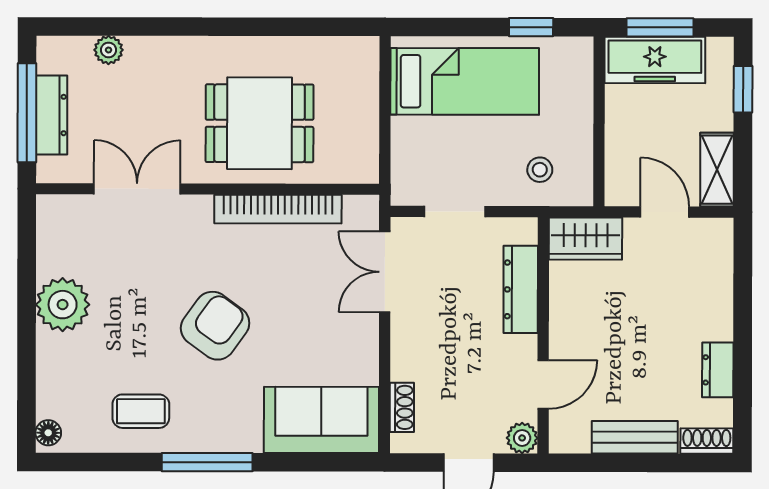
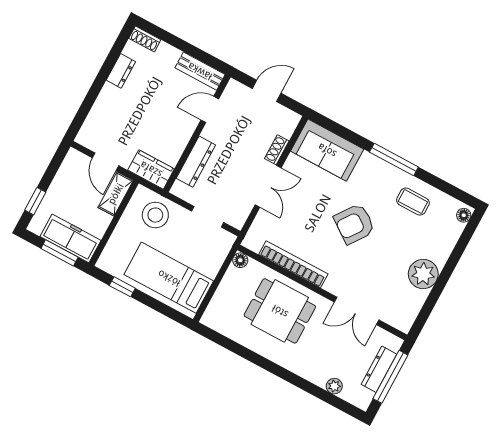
floor lamp: (366, 170) -> (240, 260), added
stool: (540, 170) -> (155, 215), width x1.89, depth x1.89
shelving: (717, 170) -> (116, 194), moved
double door: (385, 272) -> (268, 186), moved
shoe rack: (402, 407) -> (277, 150), moved
bench: (635, 437) -> (200, 71), moved
plant: (522, 438) -> (234, 89), removed

